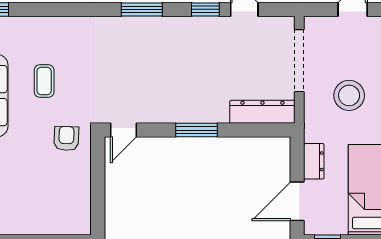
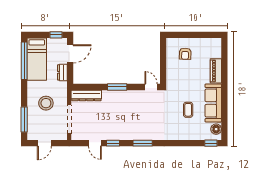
door: (123, 130) -> (151, 87), hinge flipped
armchair: (66, 138) -> (185, 54), moved

